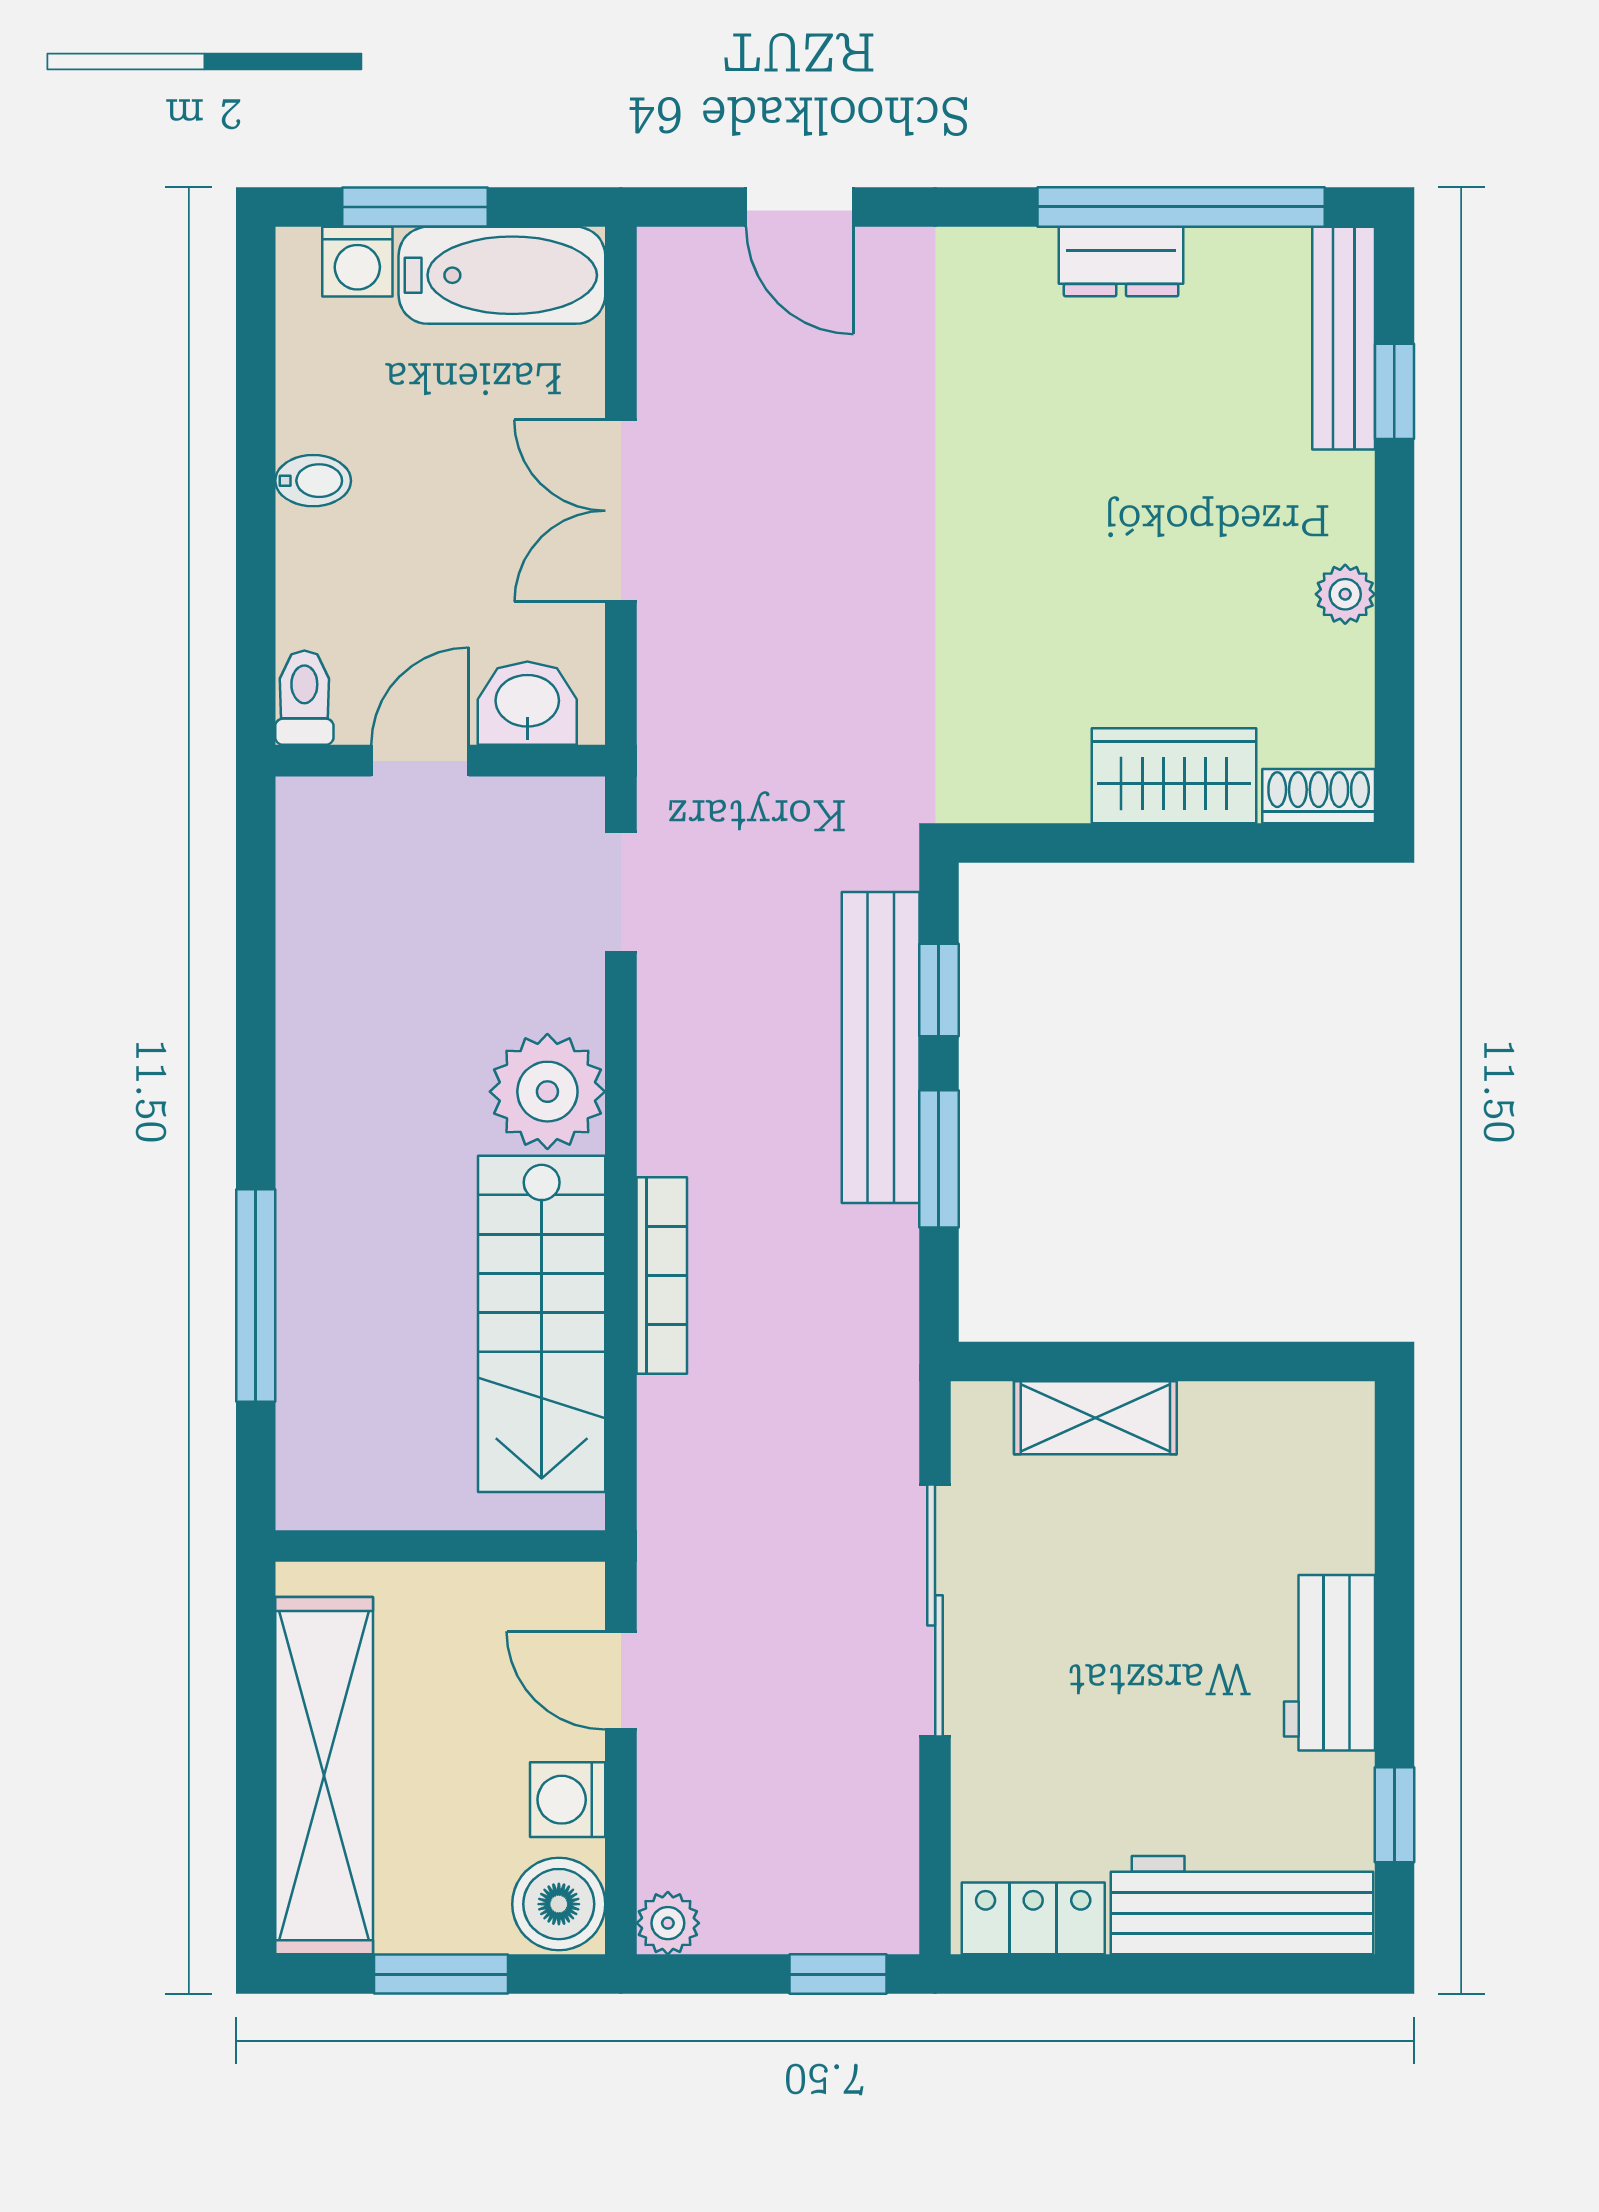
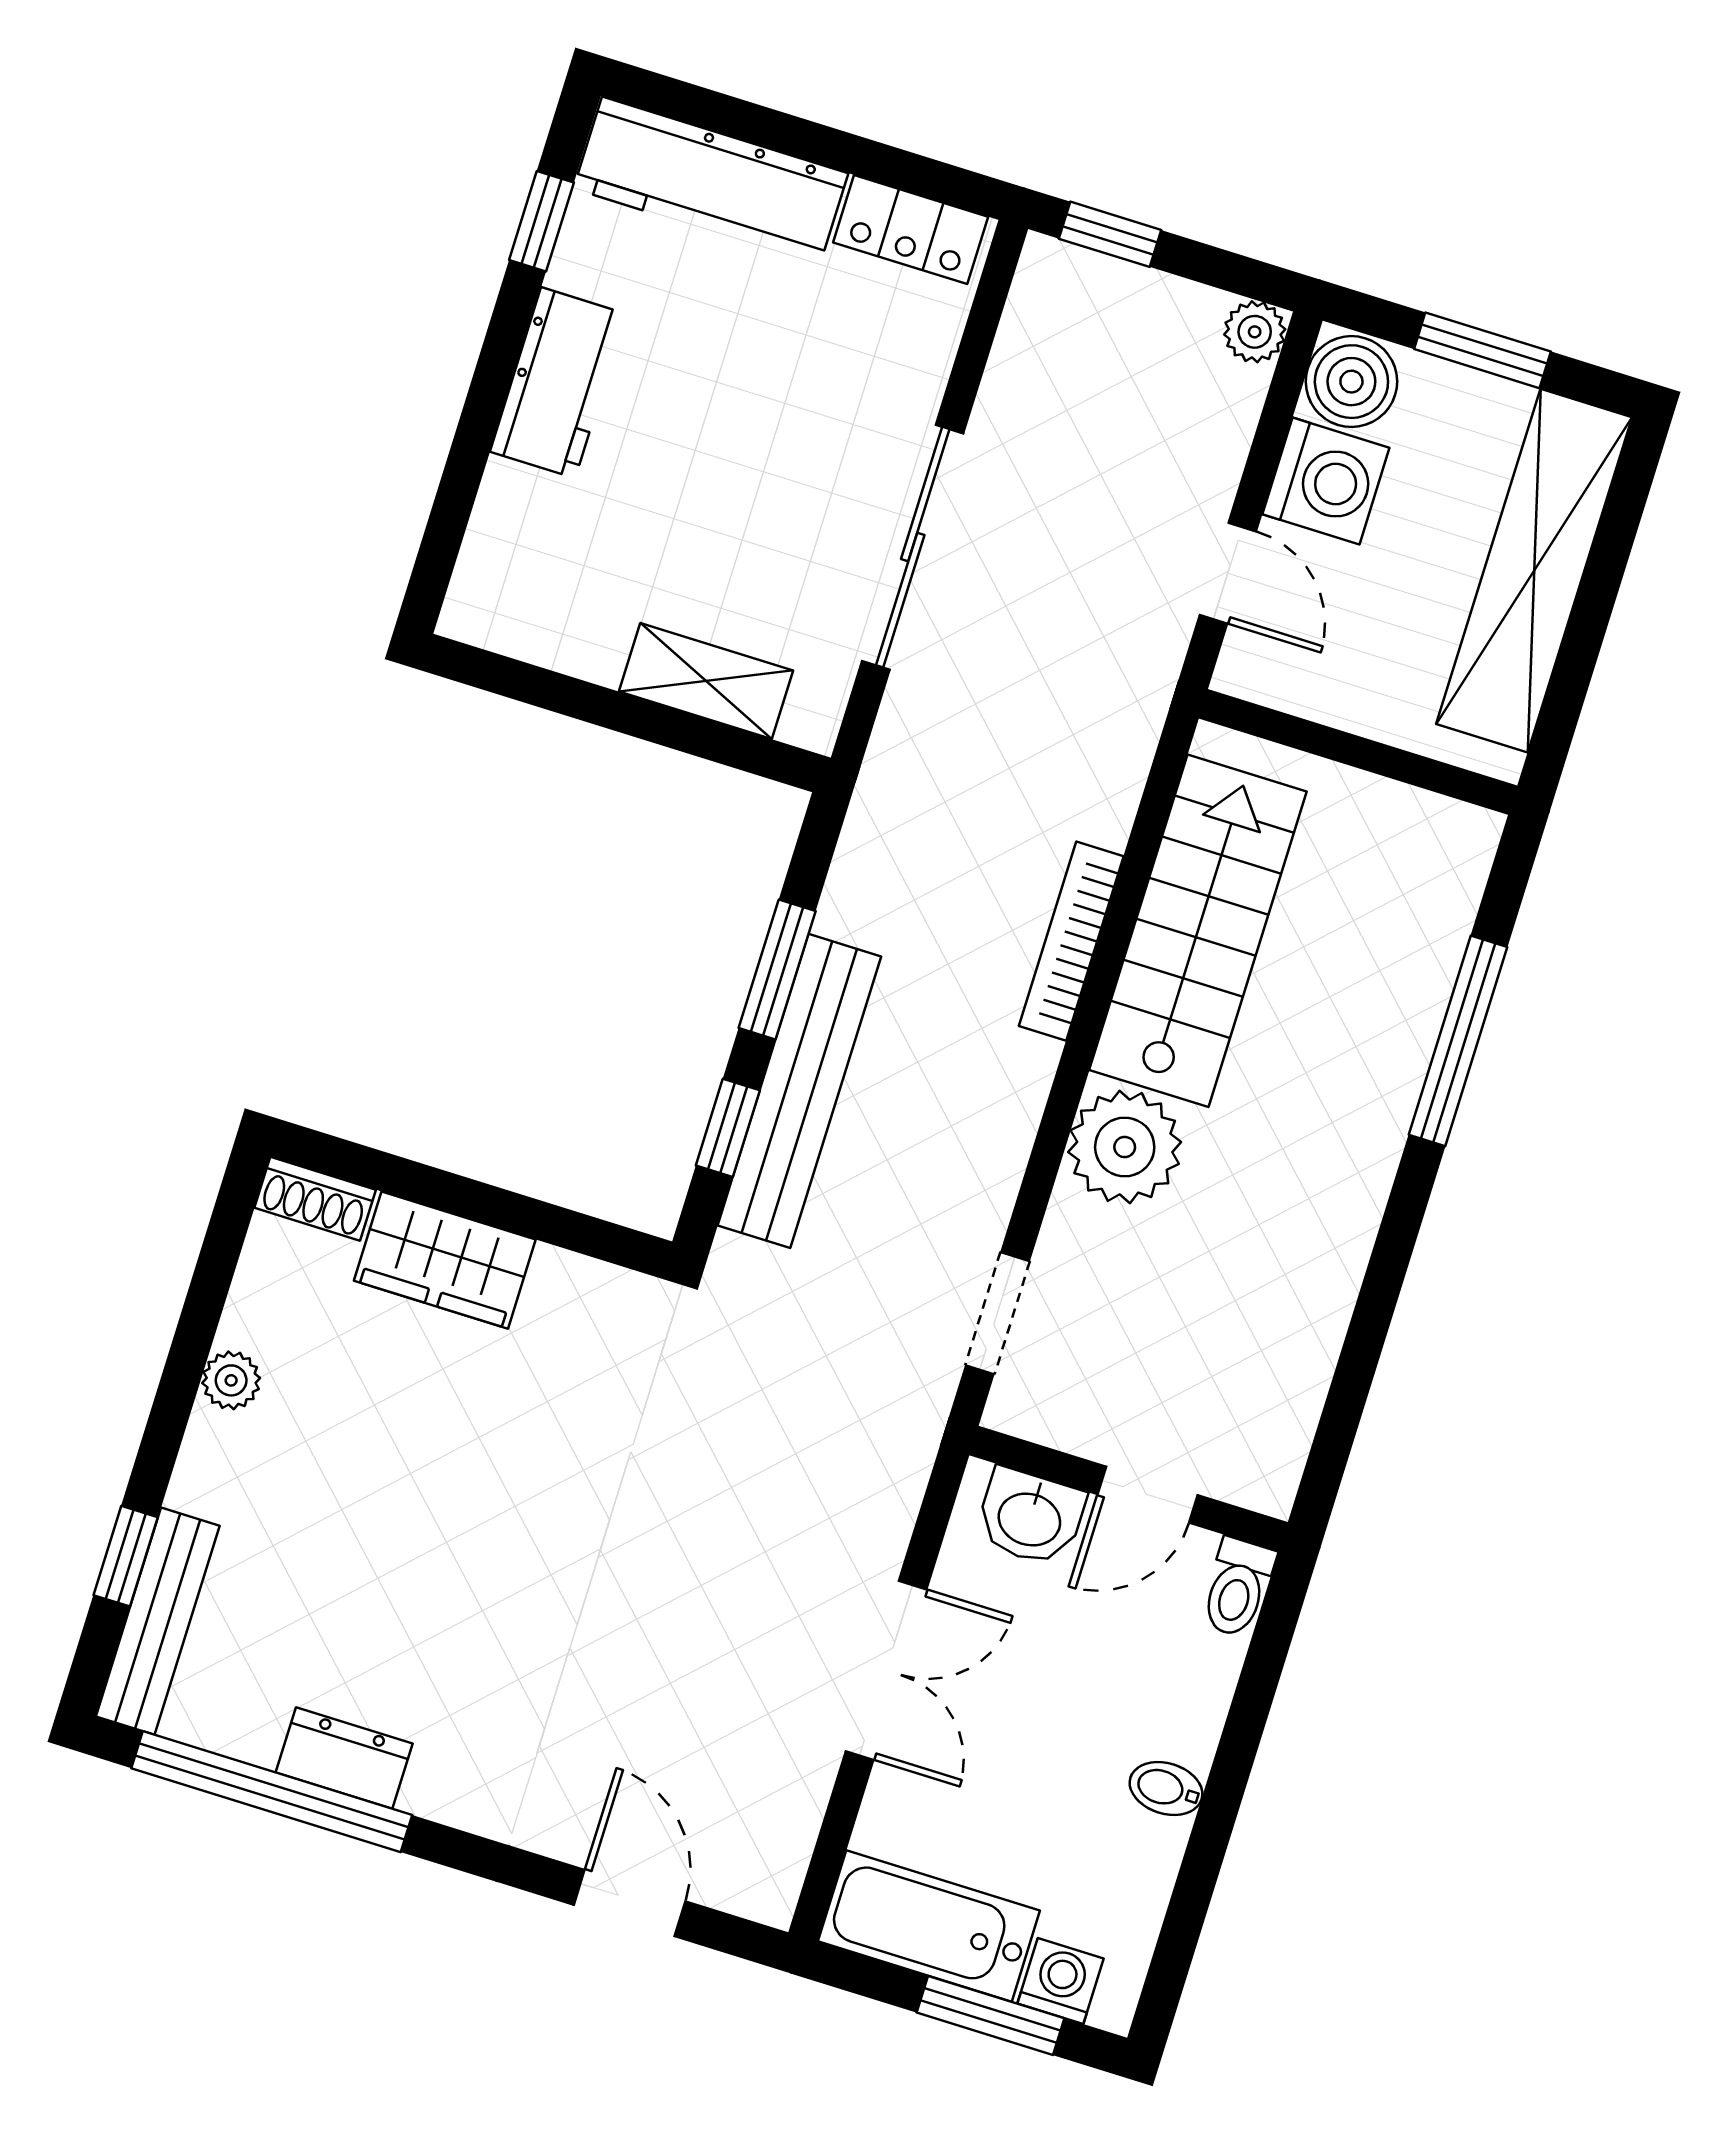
washing machine: (568, 1800) -> (1326, 481), width x1.38, depth x1.38

